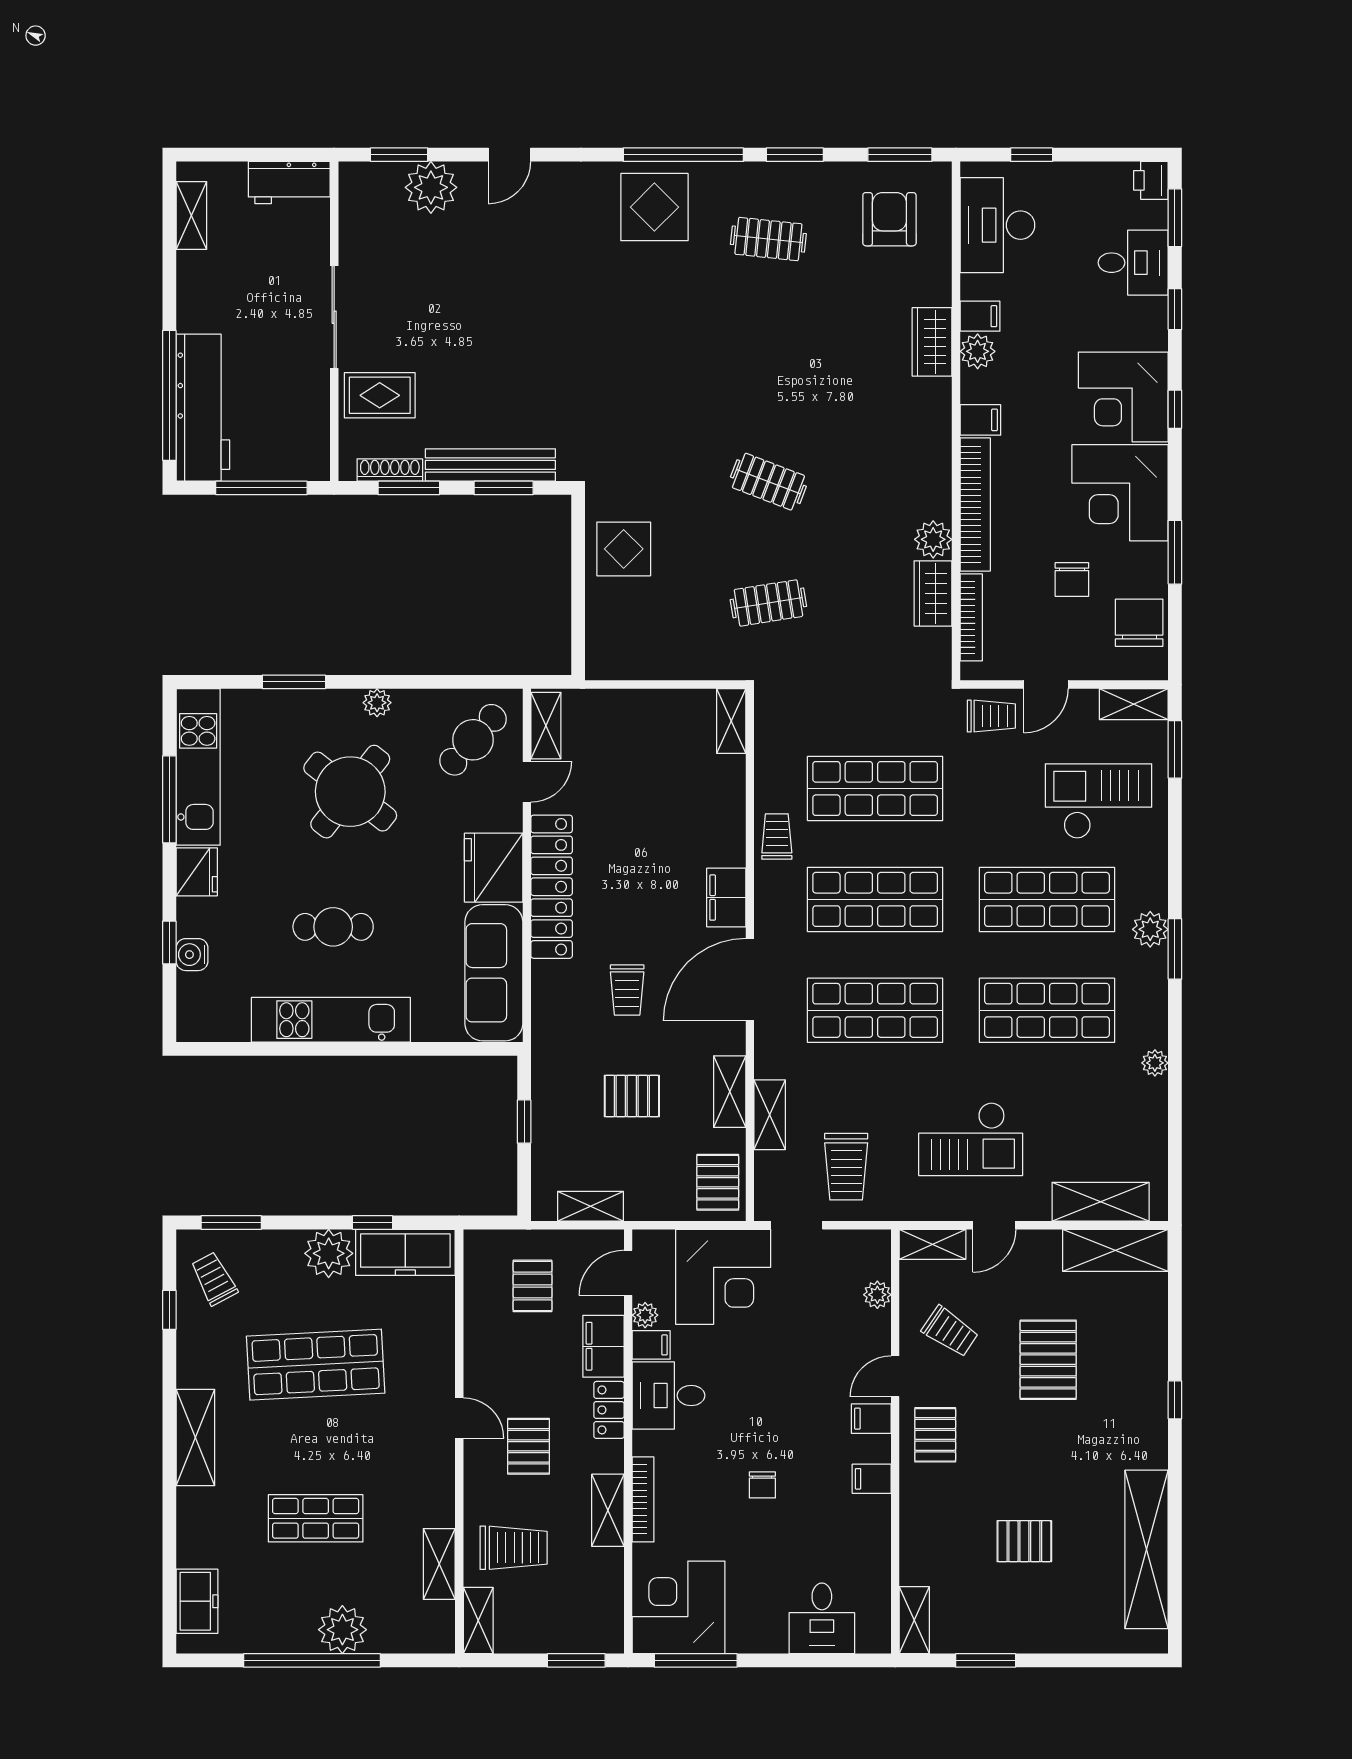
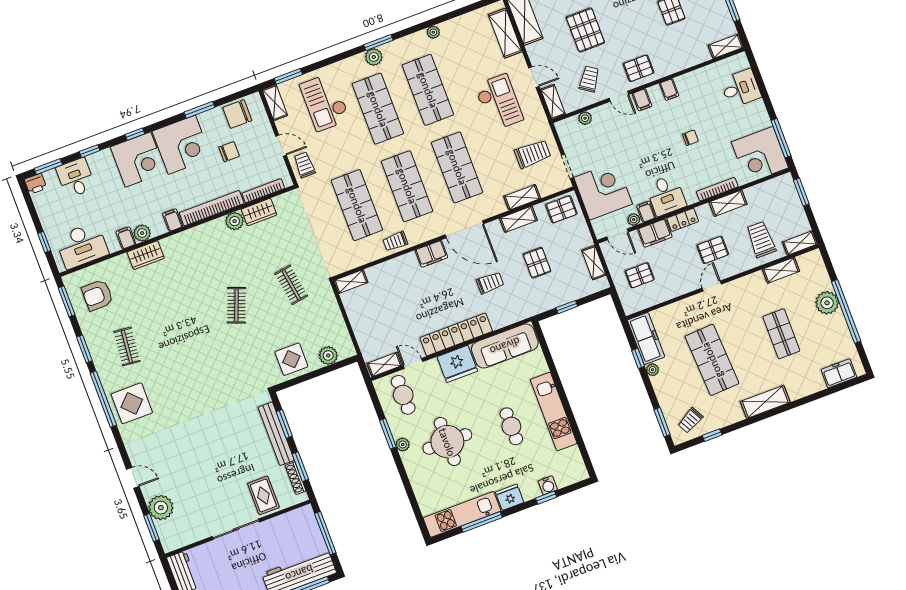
plant: (604, 623) -> (328, 355), added
window: (294, 682) -> (388, 434), moved
cafe table: (473, 740) -> (403, 395), turned 48
round table: (350, 792) -> (447, 442), turned -38
plant: (329, 1253) -> (653, 370), width x0.53, depth x0.53
pallet: (1048, 1360) -> (585, 30), turned 90

